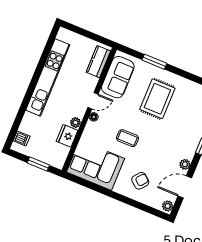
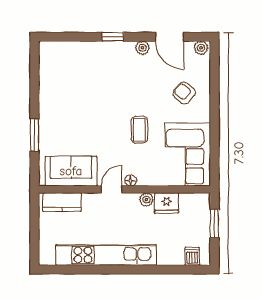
rug: (157, 99) -> (77, 113), removed
door: (93, 101) -> (112, 189), hinge flipped

